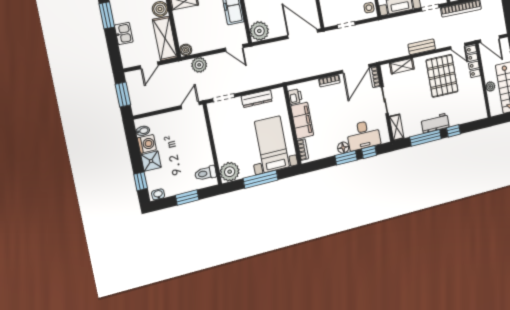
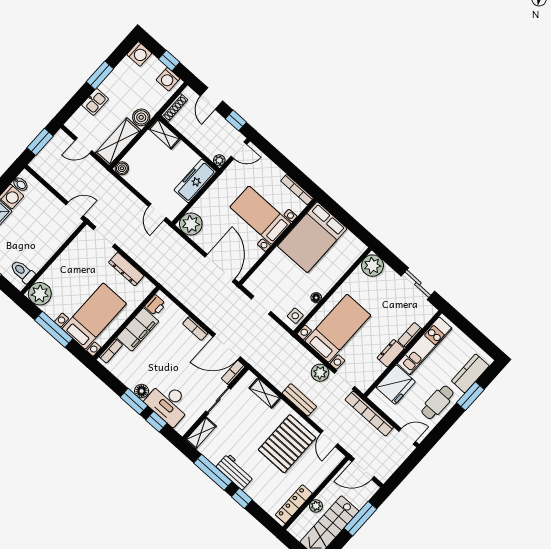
door: (490, 39) -> (363, 469), hinge flipped
locker: (473, 61) -> (294, 504), moved
plant: (199, 65) -> (320, 373), moved

